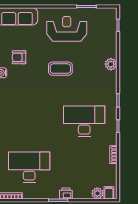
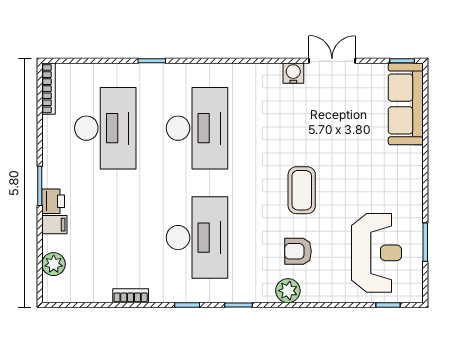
reception desk: (67, 29) -> (377, 253), moved
armchair: (19, 57) -> (298, 251), moved, turned -90
plant: (111, 64) -> (288, 291), moved
desk: (29, 121) -> (197, 128), added
filing cabinet: (109, 193) -> (54, 225), moved

